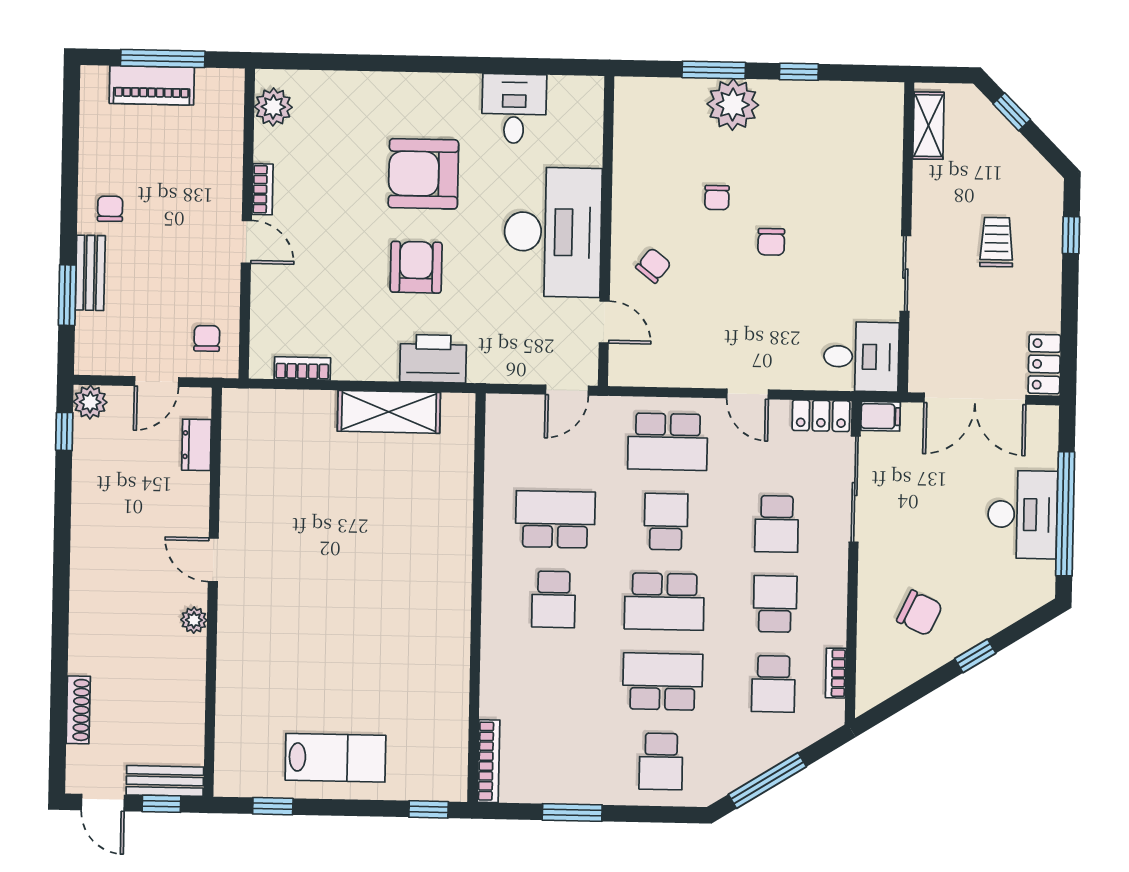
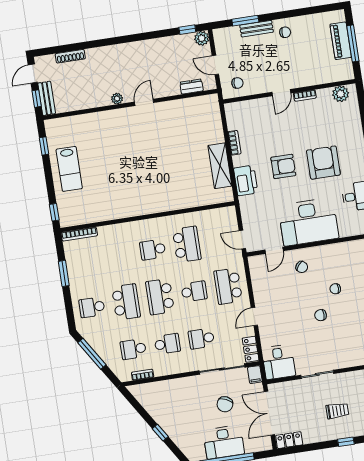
bookcase: (302, 368) -> (234, 143), moved
chair: (920, 613) -> (225, 404), moved

